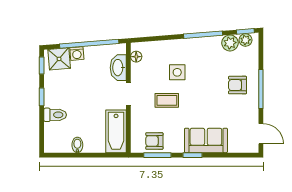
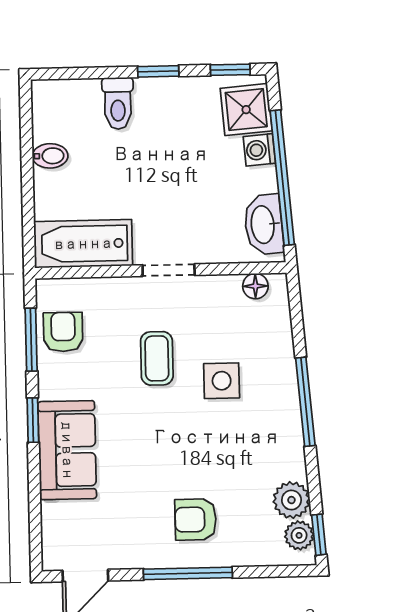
window: (203, 35) -> (305, 402), moved
washbasin: (118, 68) -> (264, 225), moved, turned -95
armchair: (238, 85) -> (196, 519), turned -90

